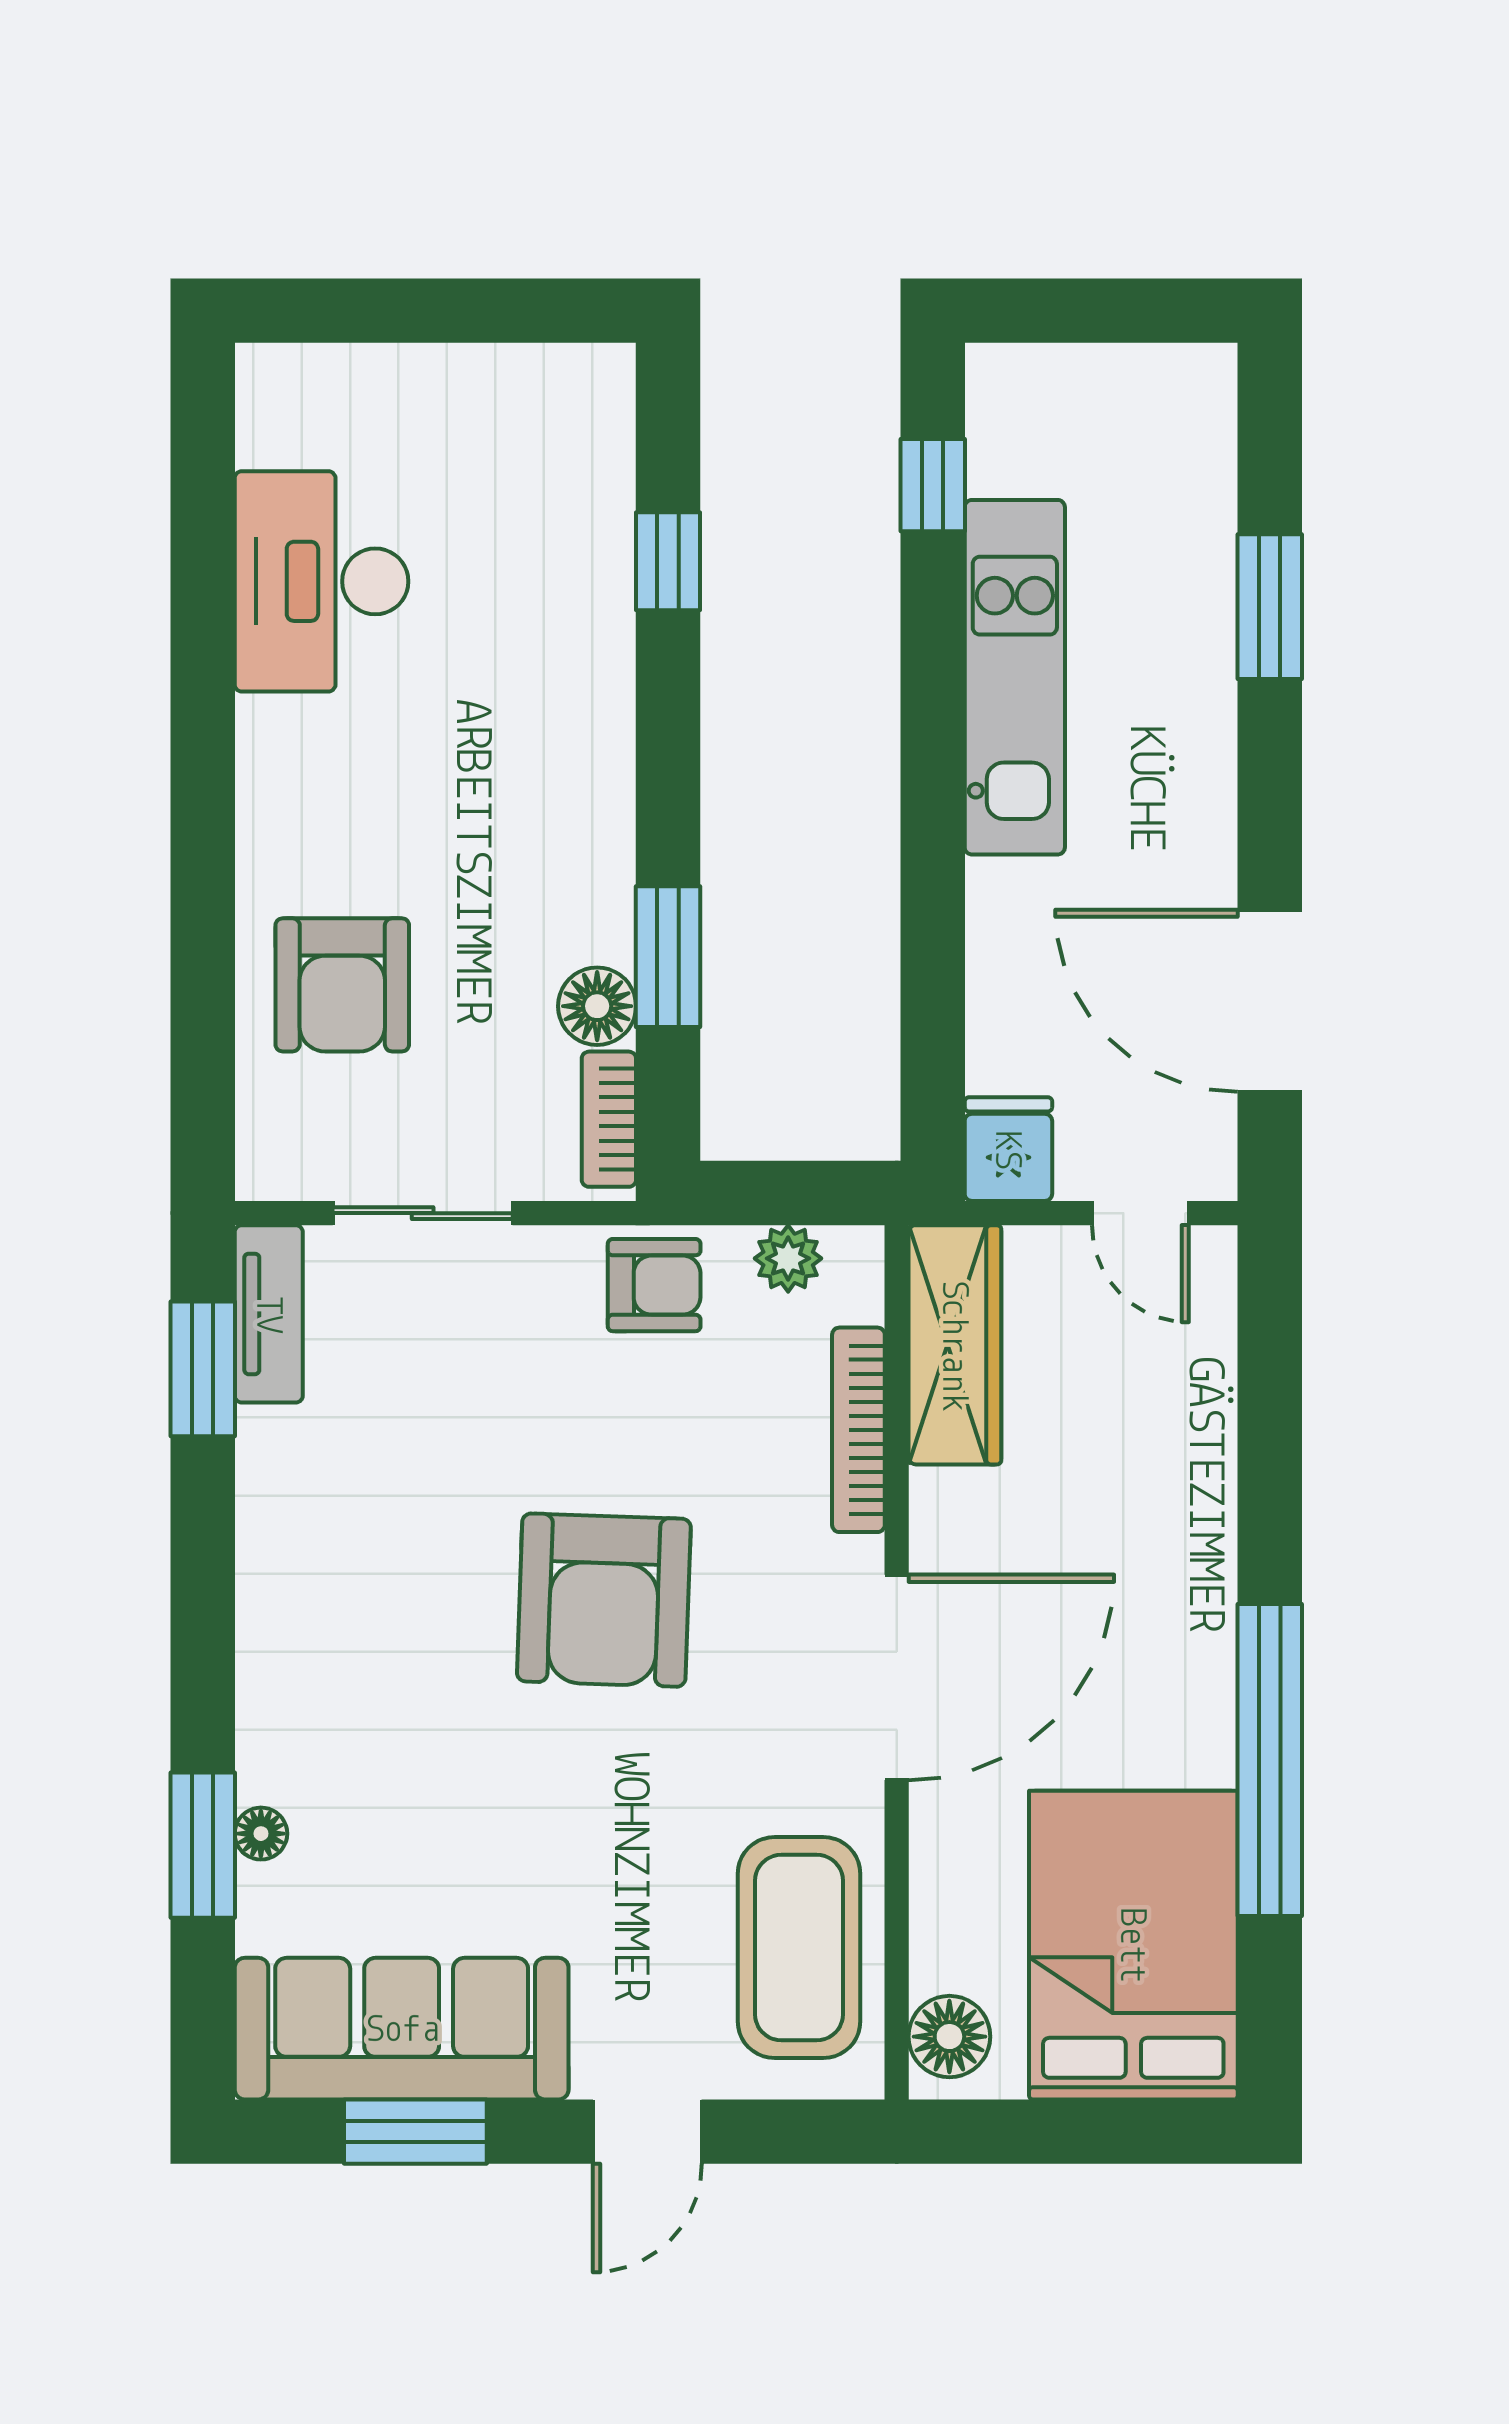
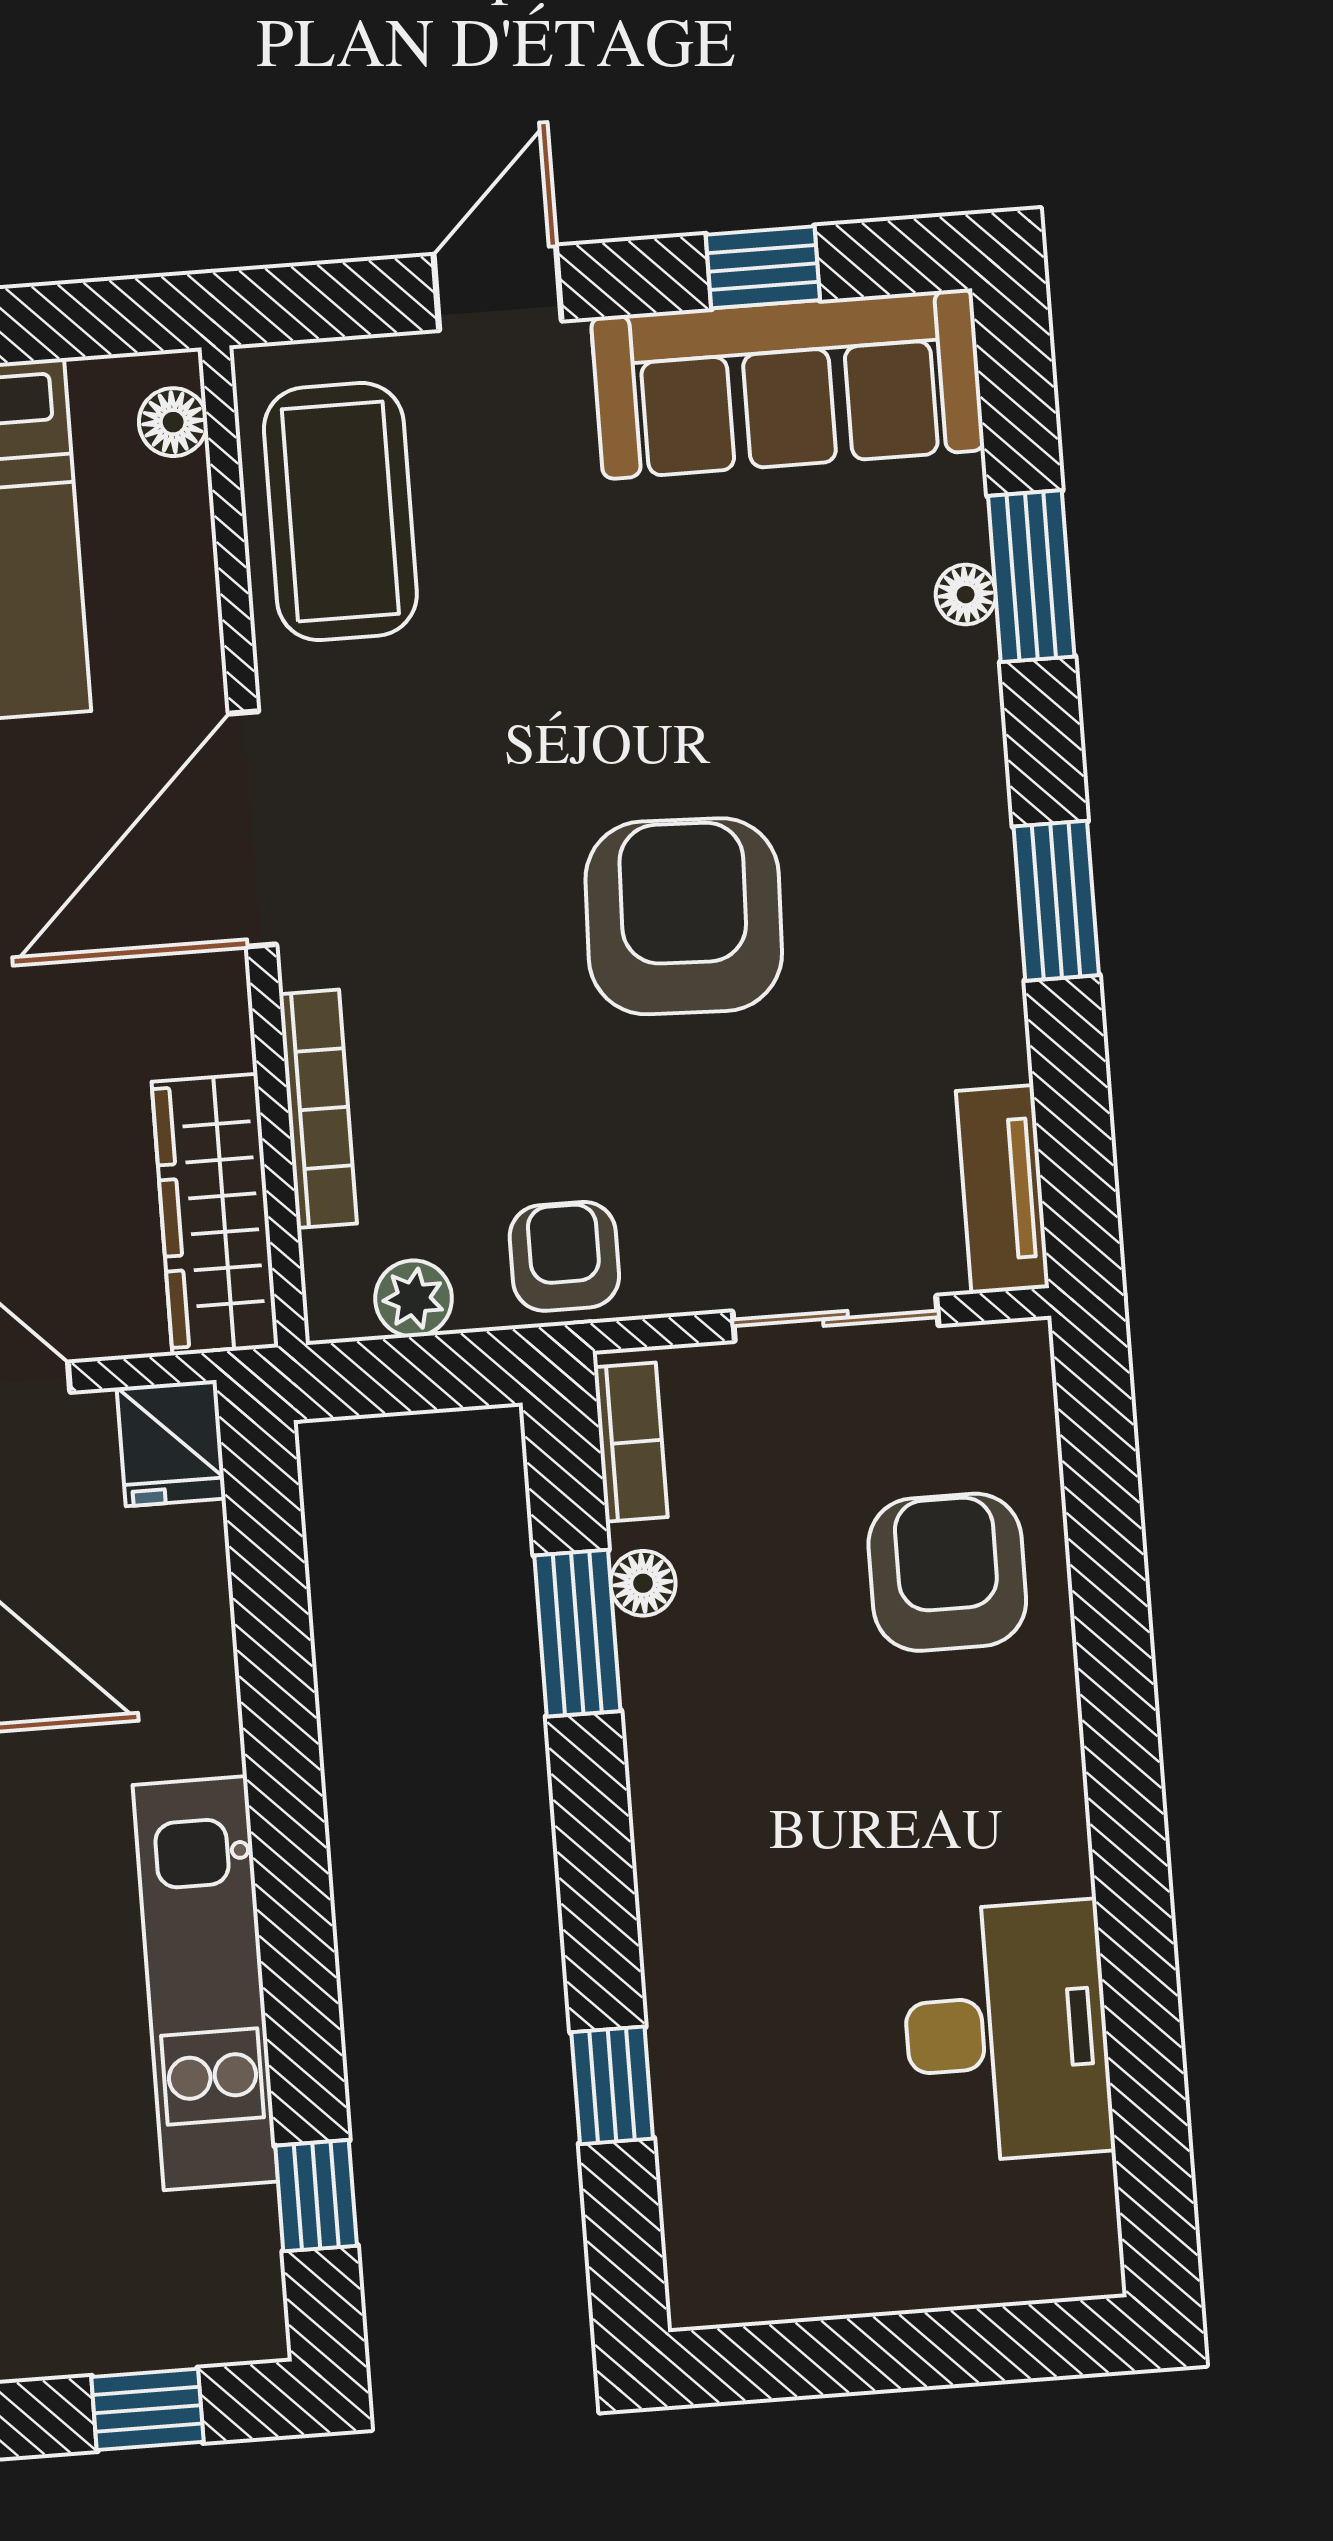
window: (1094, 311) -> (147, 2409), added
floor lamp: (597, 1006) -> (643, 1583), width x0.73, depth x0.73
armchair: (654, 1285) -> (564, 1256), turned 90
window: (203, 1369) -> (1056, 901), moved
armchair: (604, 1600) -> (684, 916), moved
floor lamp: (949, 2037) -> (173, 422), width x0.73, depth x0.73
window: (415, 2132) -> (763, 267), width x0.67

